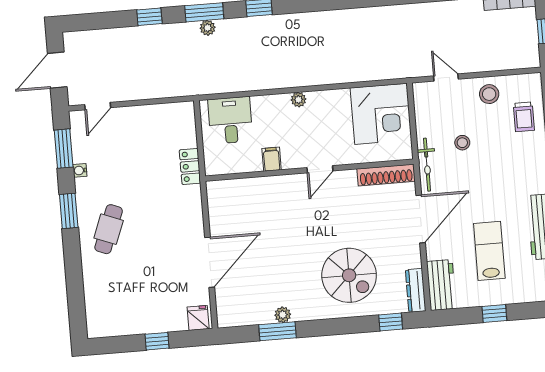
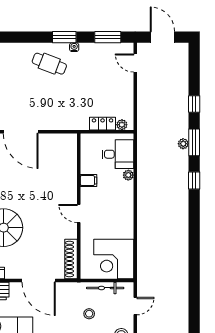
plant: (299, 100) -> (128, 175), moved
plant: (188, 118) -> (122, 125), added
bicycle: (427, 165) -> (105, 288), moved
locker: (190, 166) -> (103, 124), moved
water cooler: (80, 170) -> (74, 47), moved

